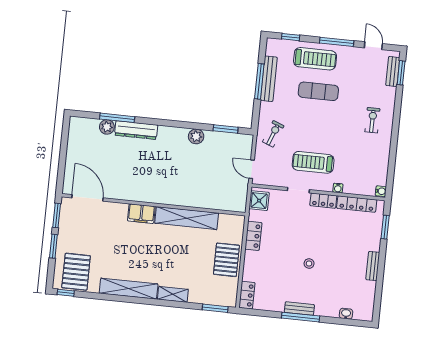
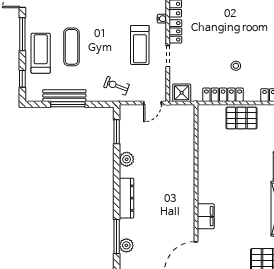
dresser: (136, 130) -> (126, 198), moved
filing cabinet: (141, 214) -> (206, 216), moved
shelving: (187, 218) -> (206, 160), removed
locker: (253, 236) -> (223, 95), width x1.53
stool: (309, 264) -> (236, 66), moved

